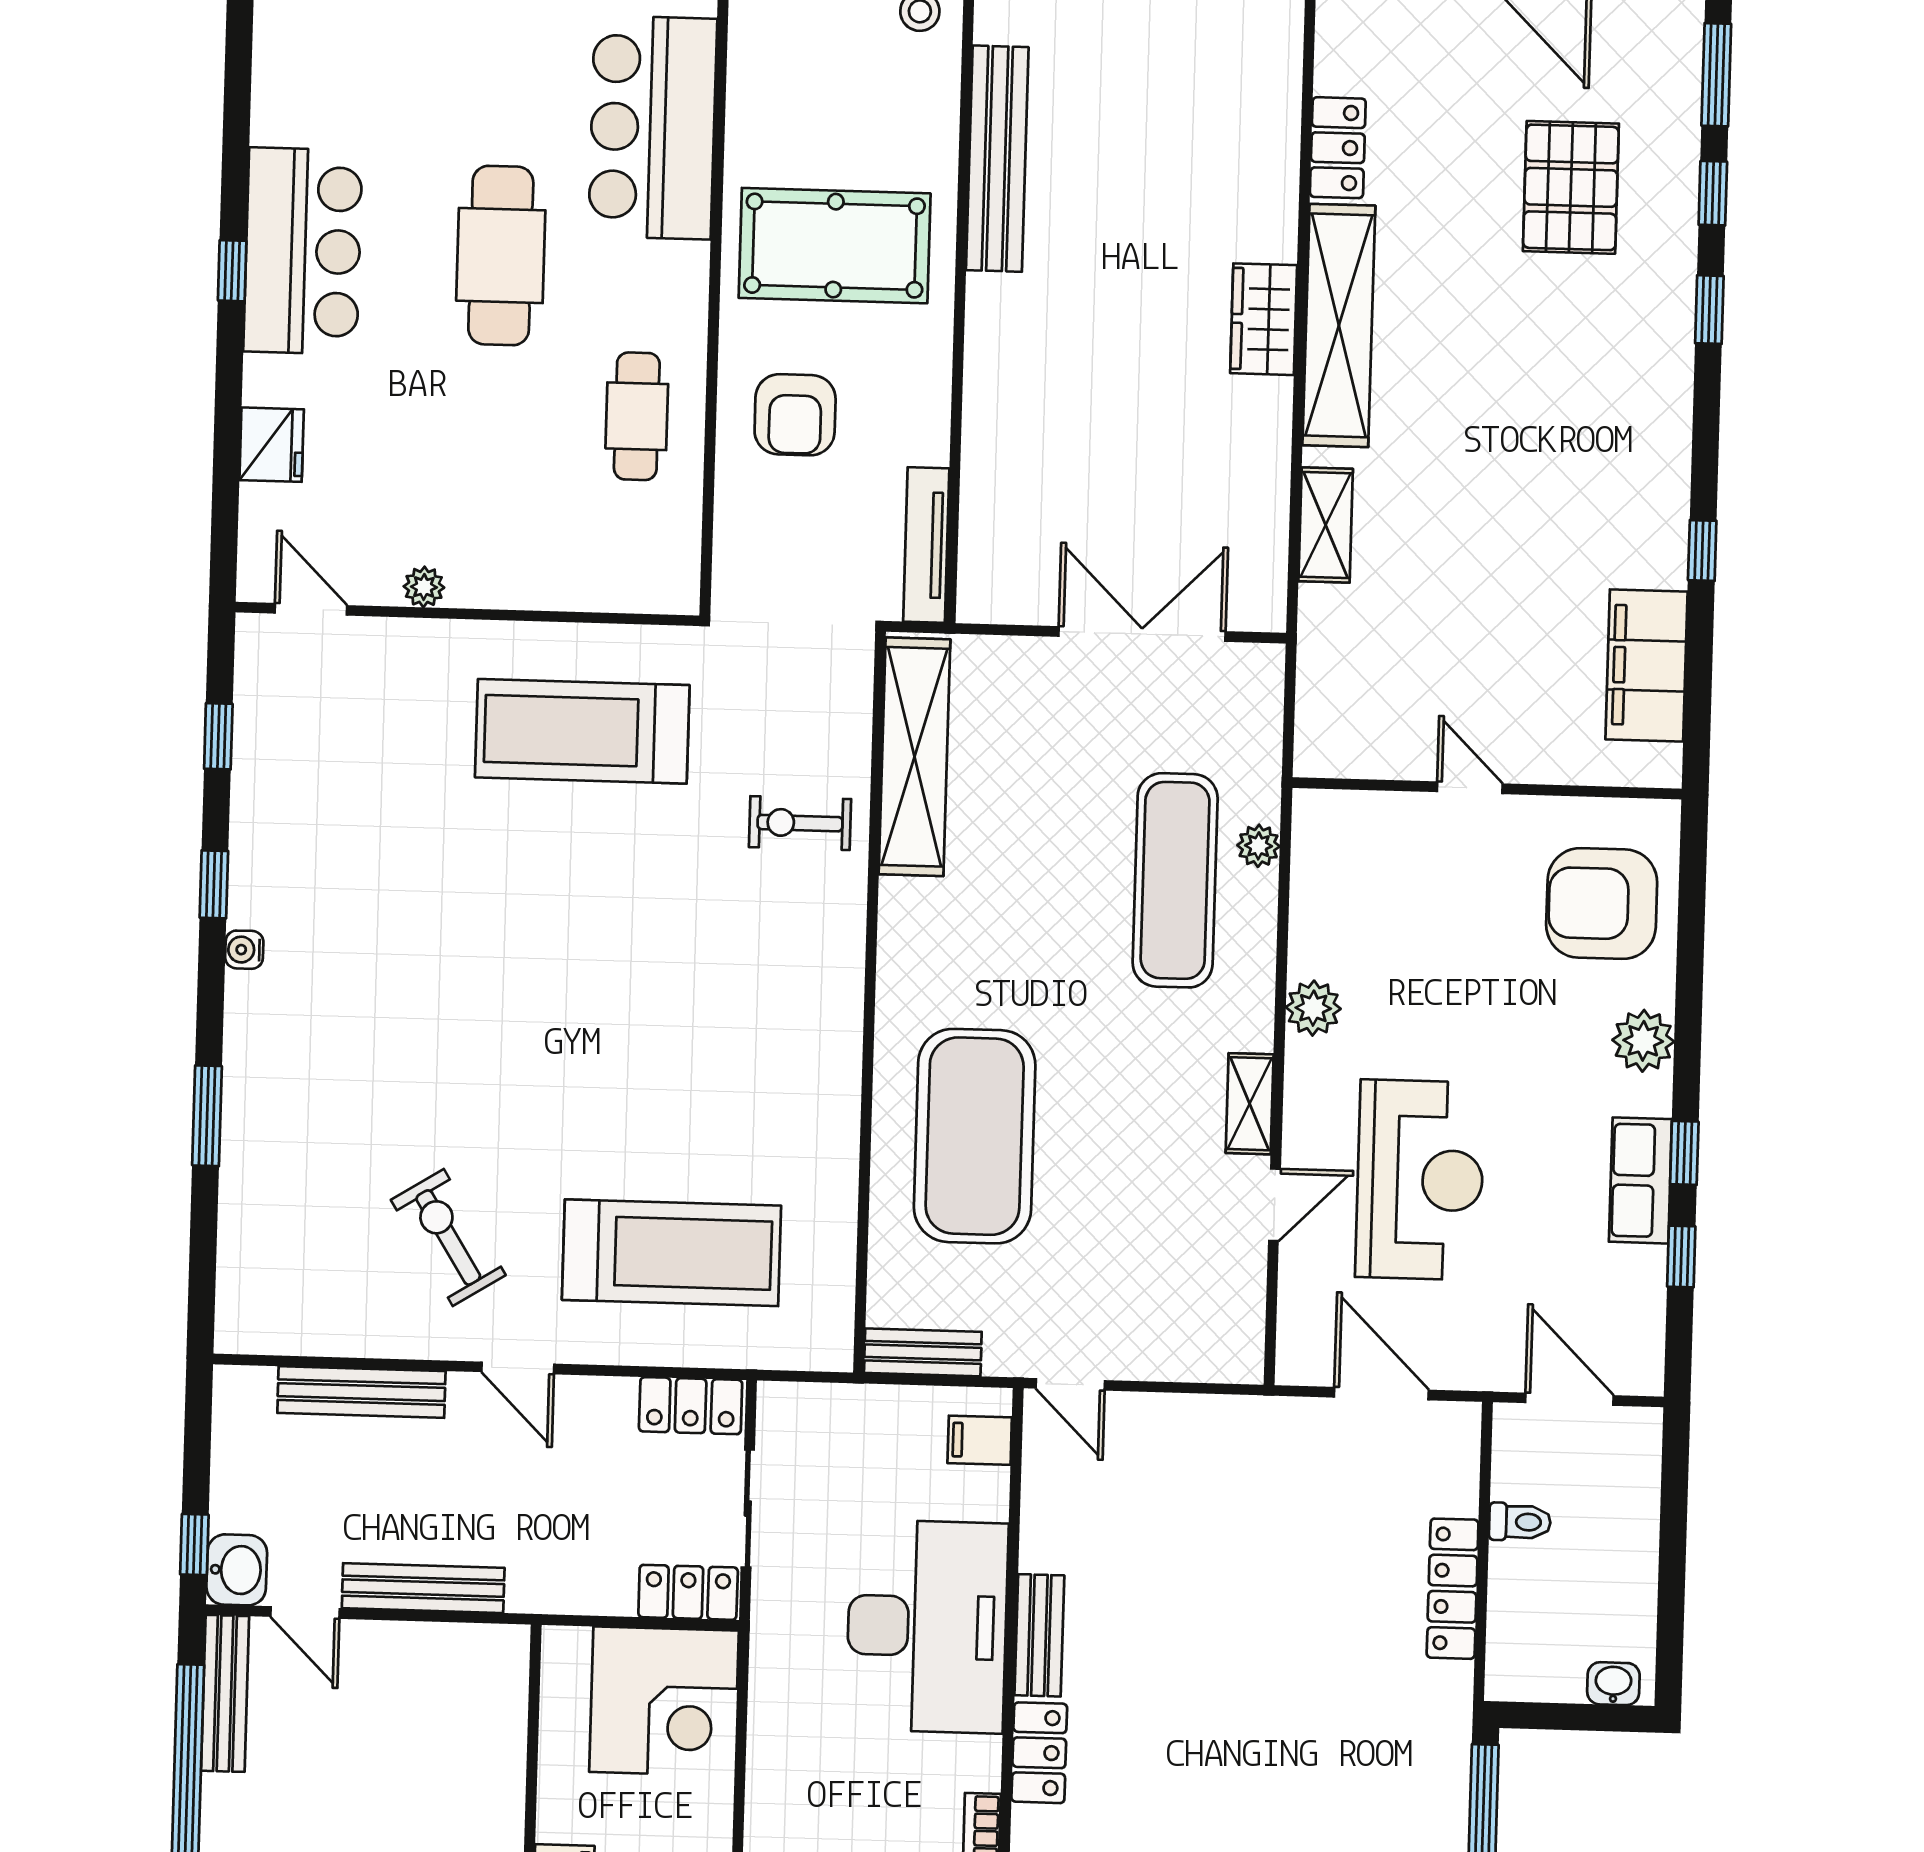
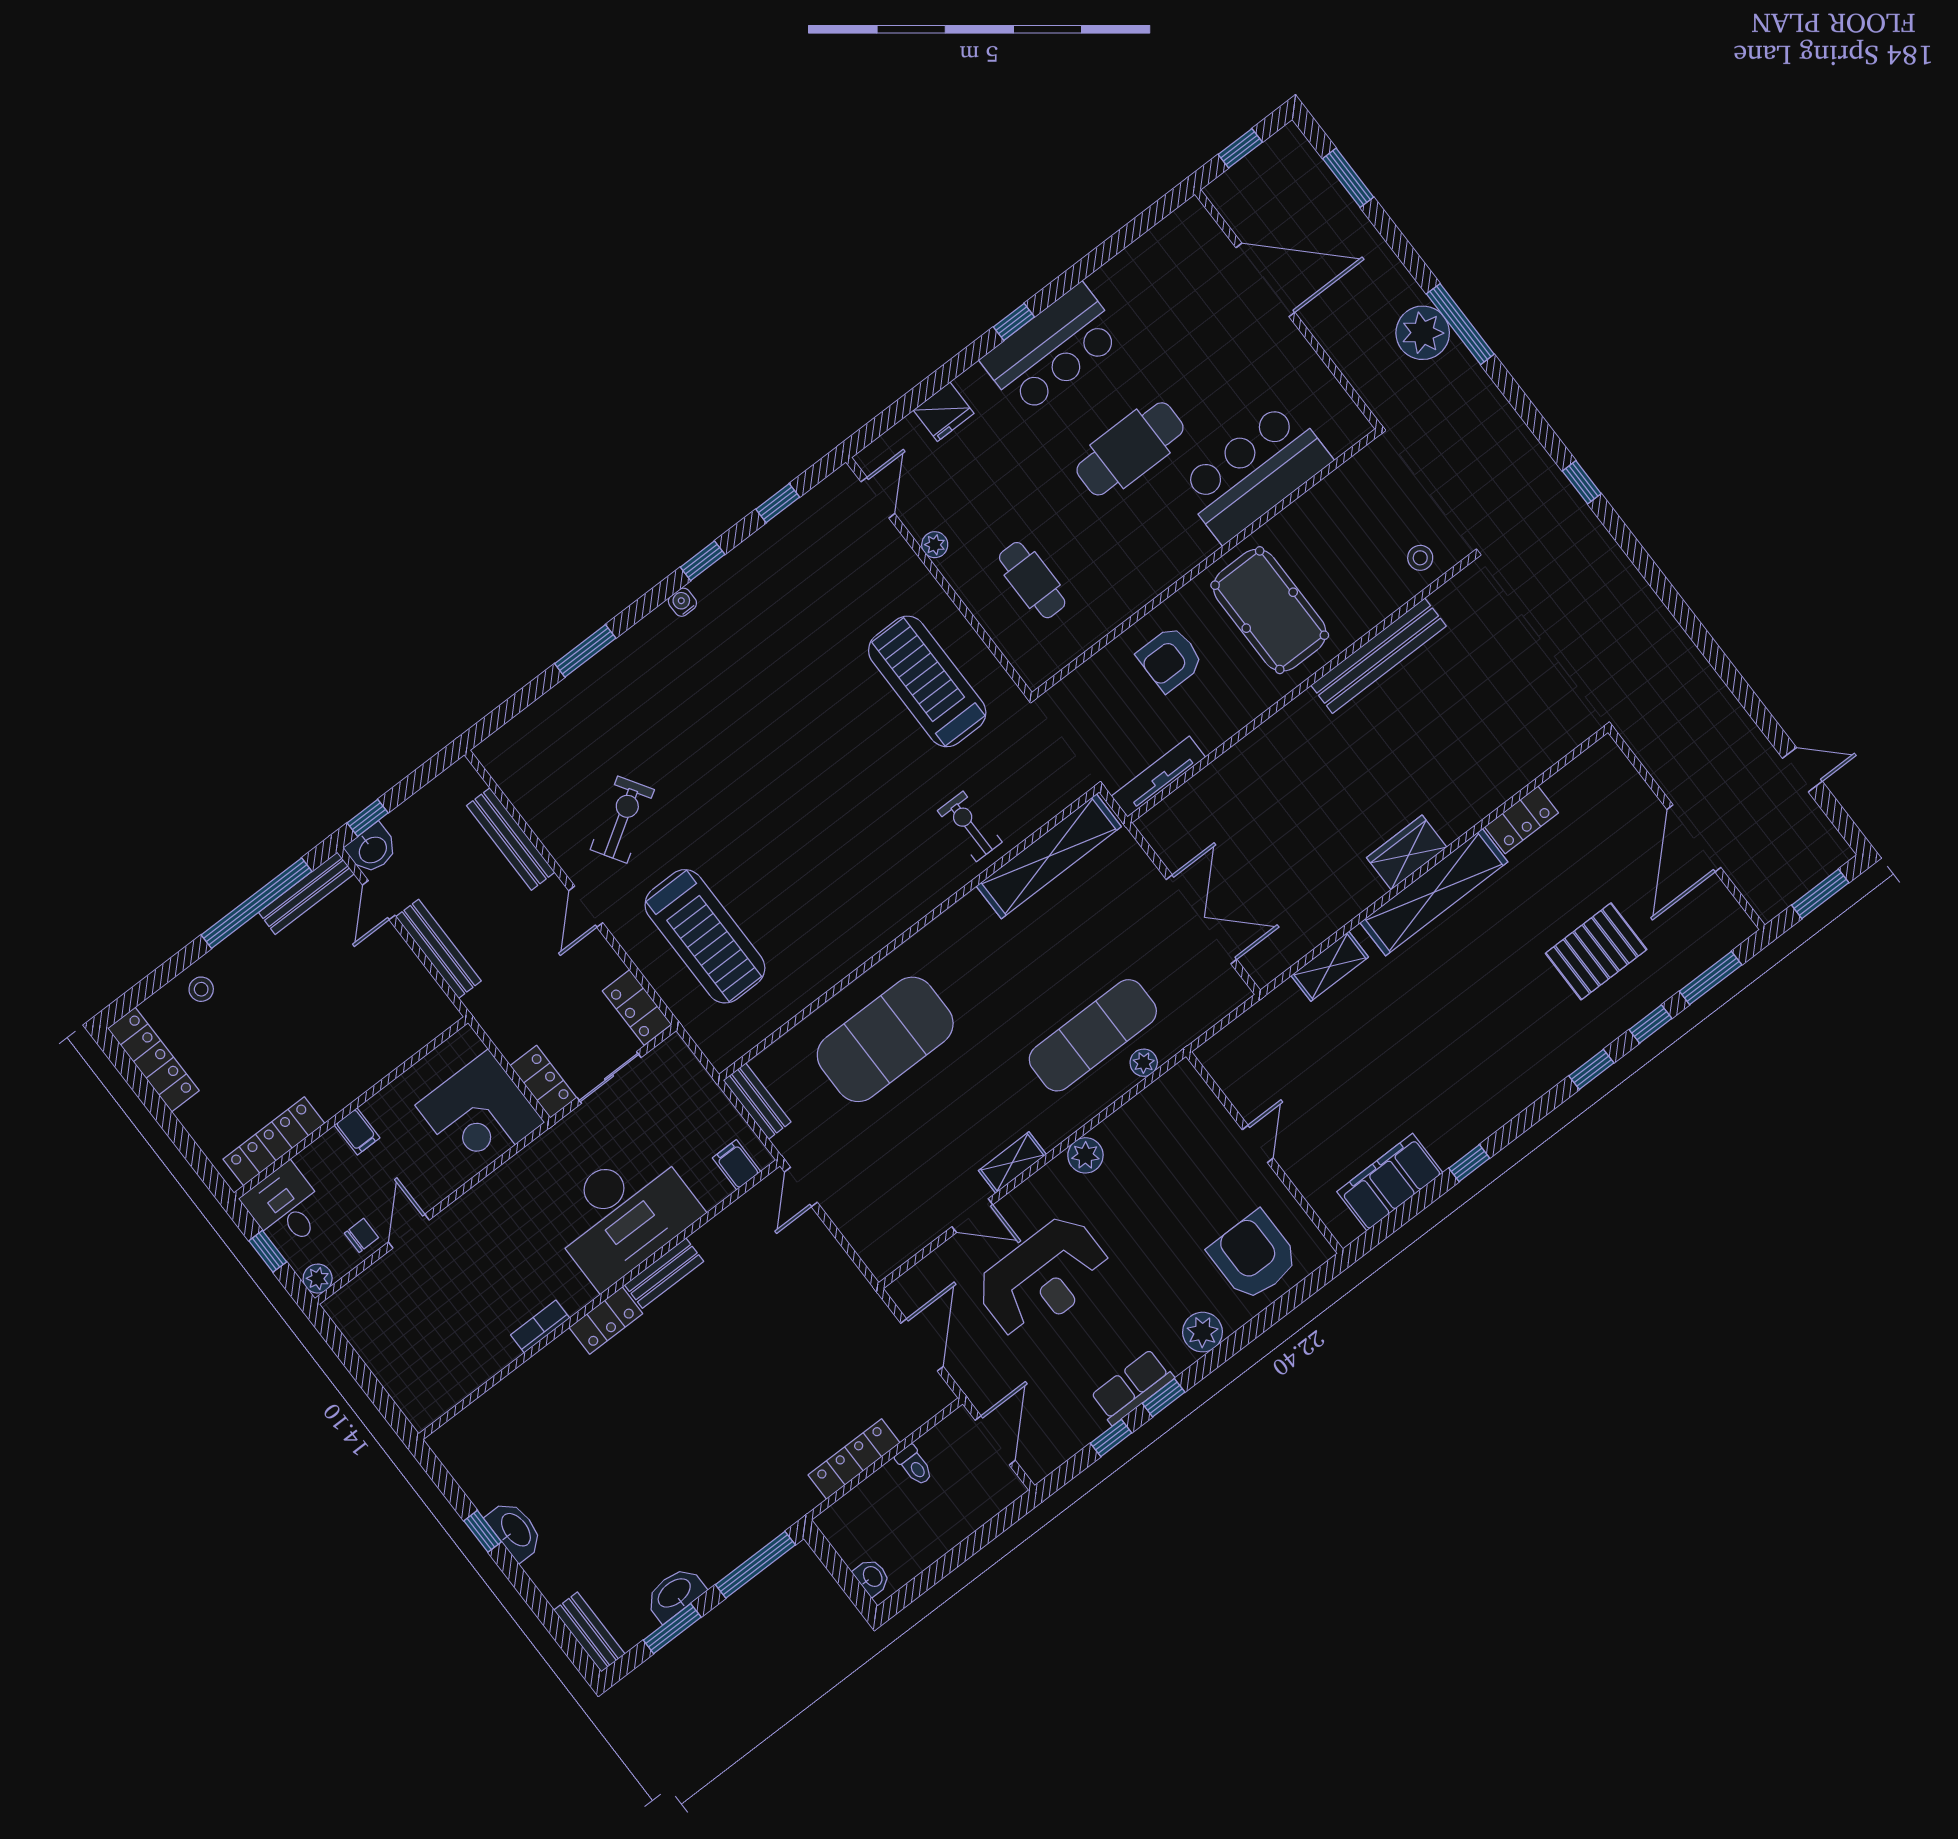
cafe table: (637, 416) -> (1032, 580), moved, turned 90

